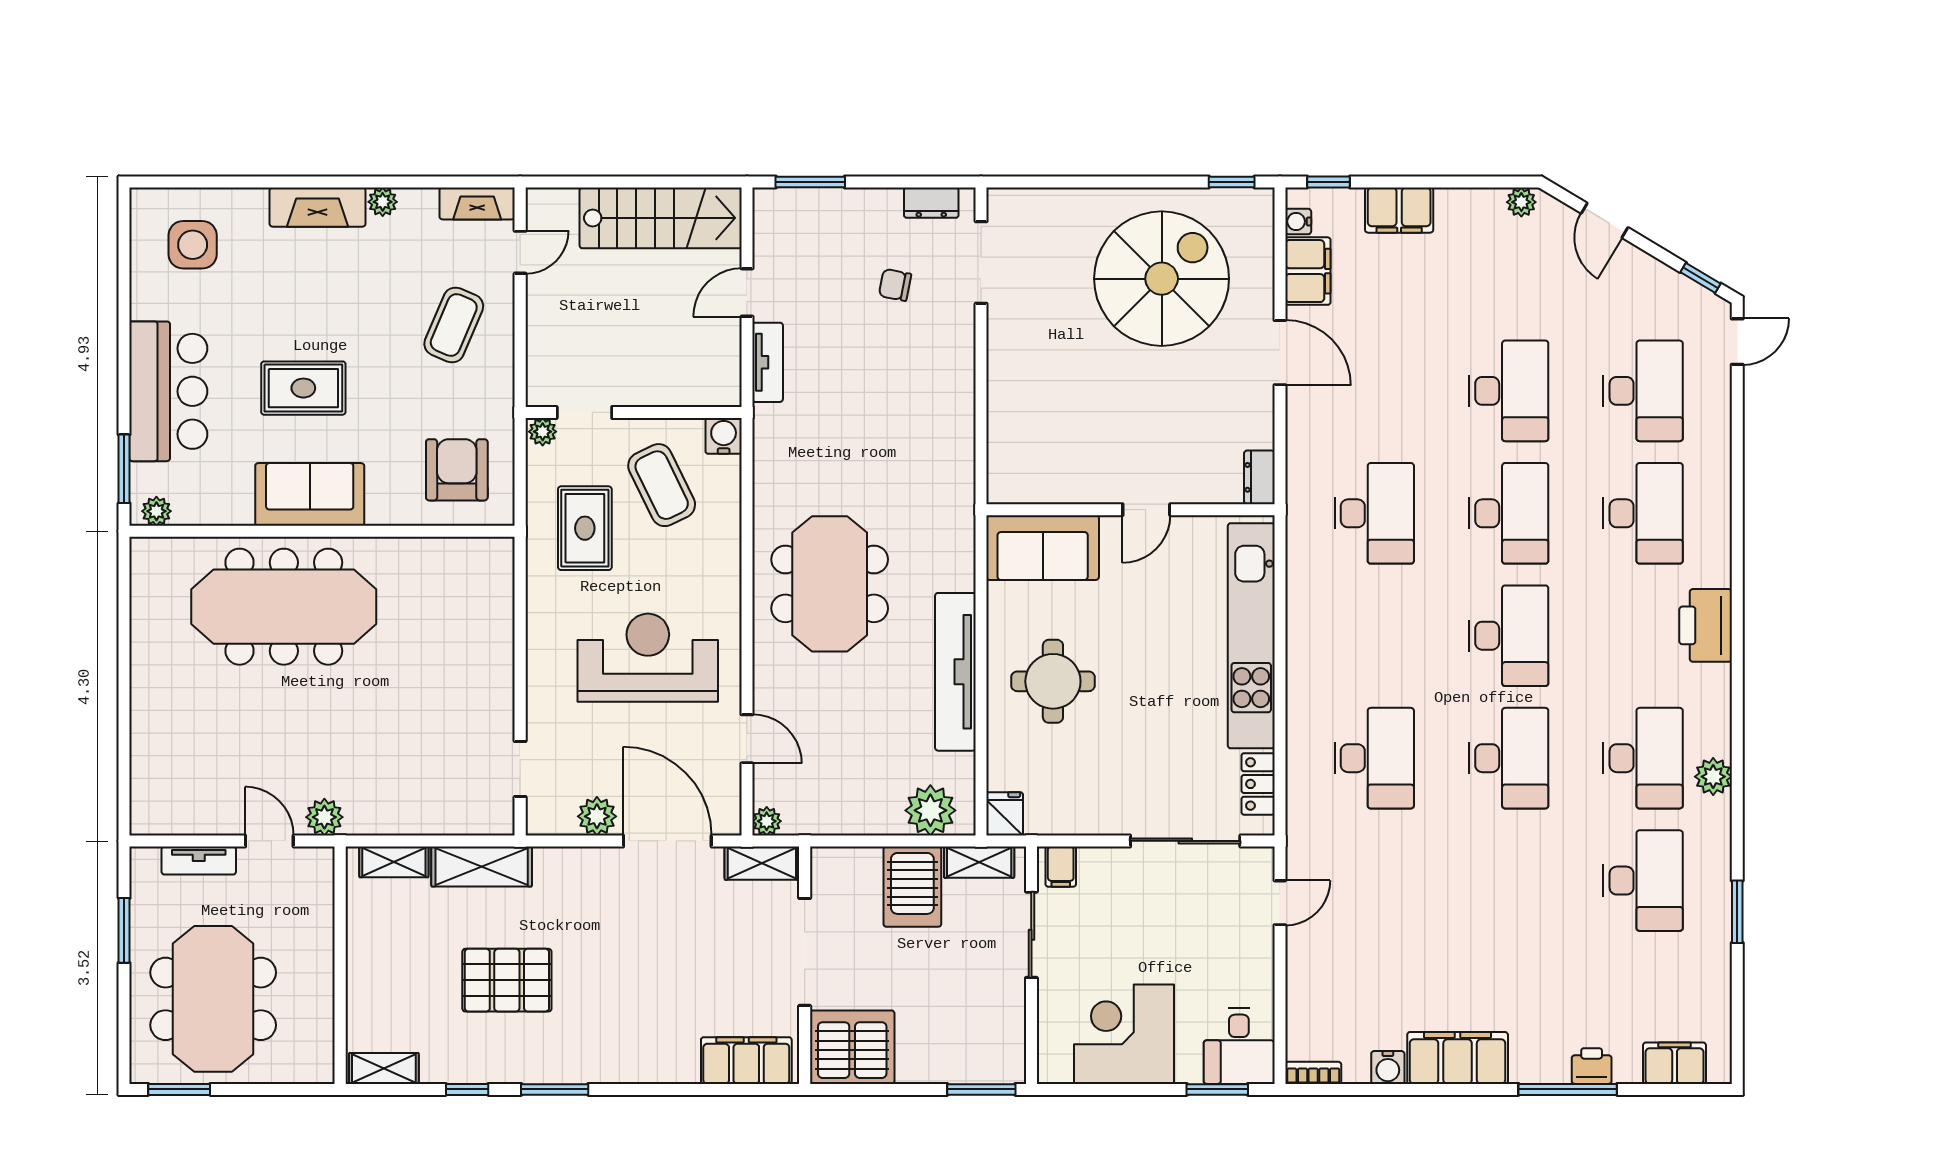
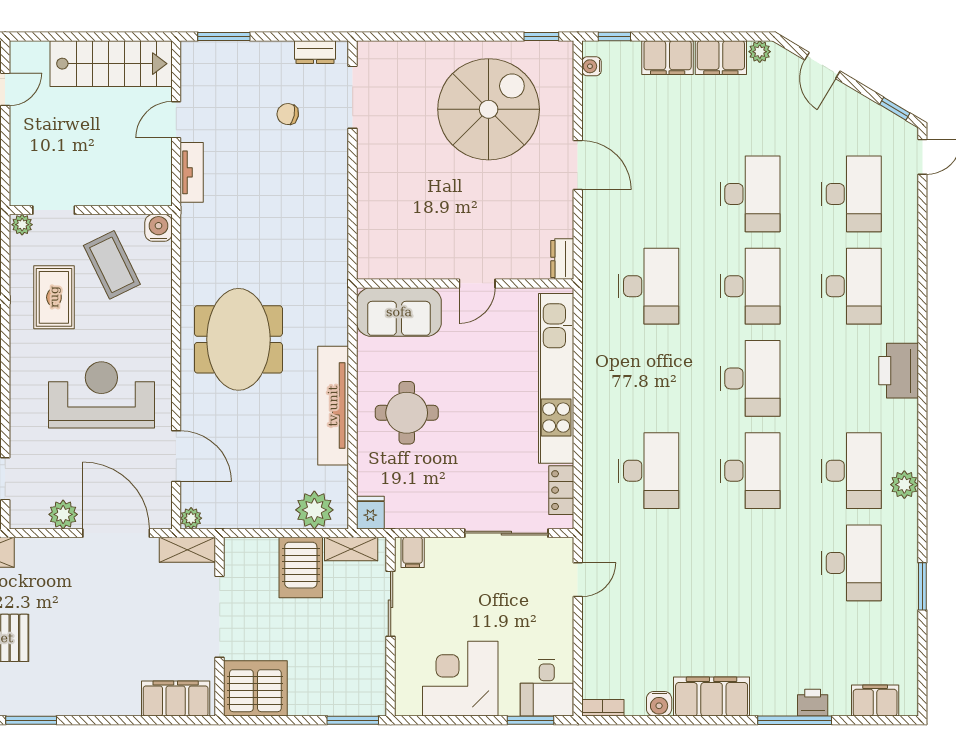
filing cabinet: (1308, 271) -> (721, 58), moved, turned 90
door: (747, 739) -> (176, 456), width x1.38

